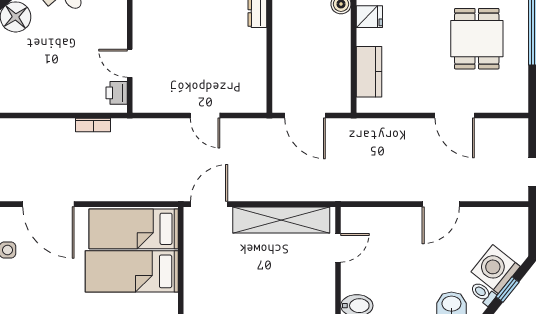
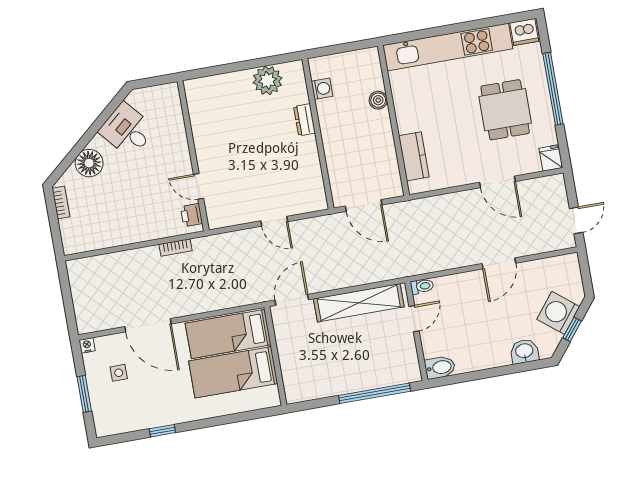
fridge: (369, 17) -> (551, 158), moved, turned -90
toilet: (483, 293) -> (422, 286), moved, turned 141

